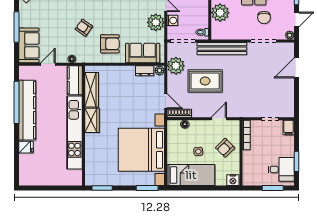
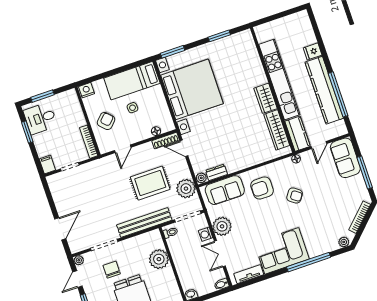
kitchen counter: (75, 80) -> (298, 134), moved
wardrobe: (92, 90) -> (277, 130), moved
wardrobe: (92, 120) -> (266, 98), moved
wall: (83, 126) -> (273, 90), moved
kitchen unit: (74, 133) -> (279, 80), moved

